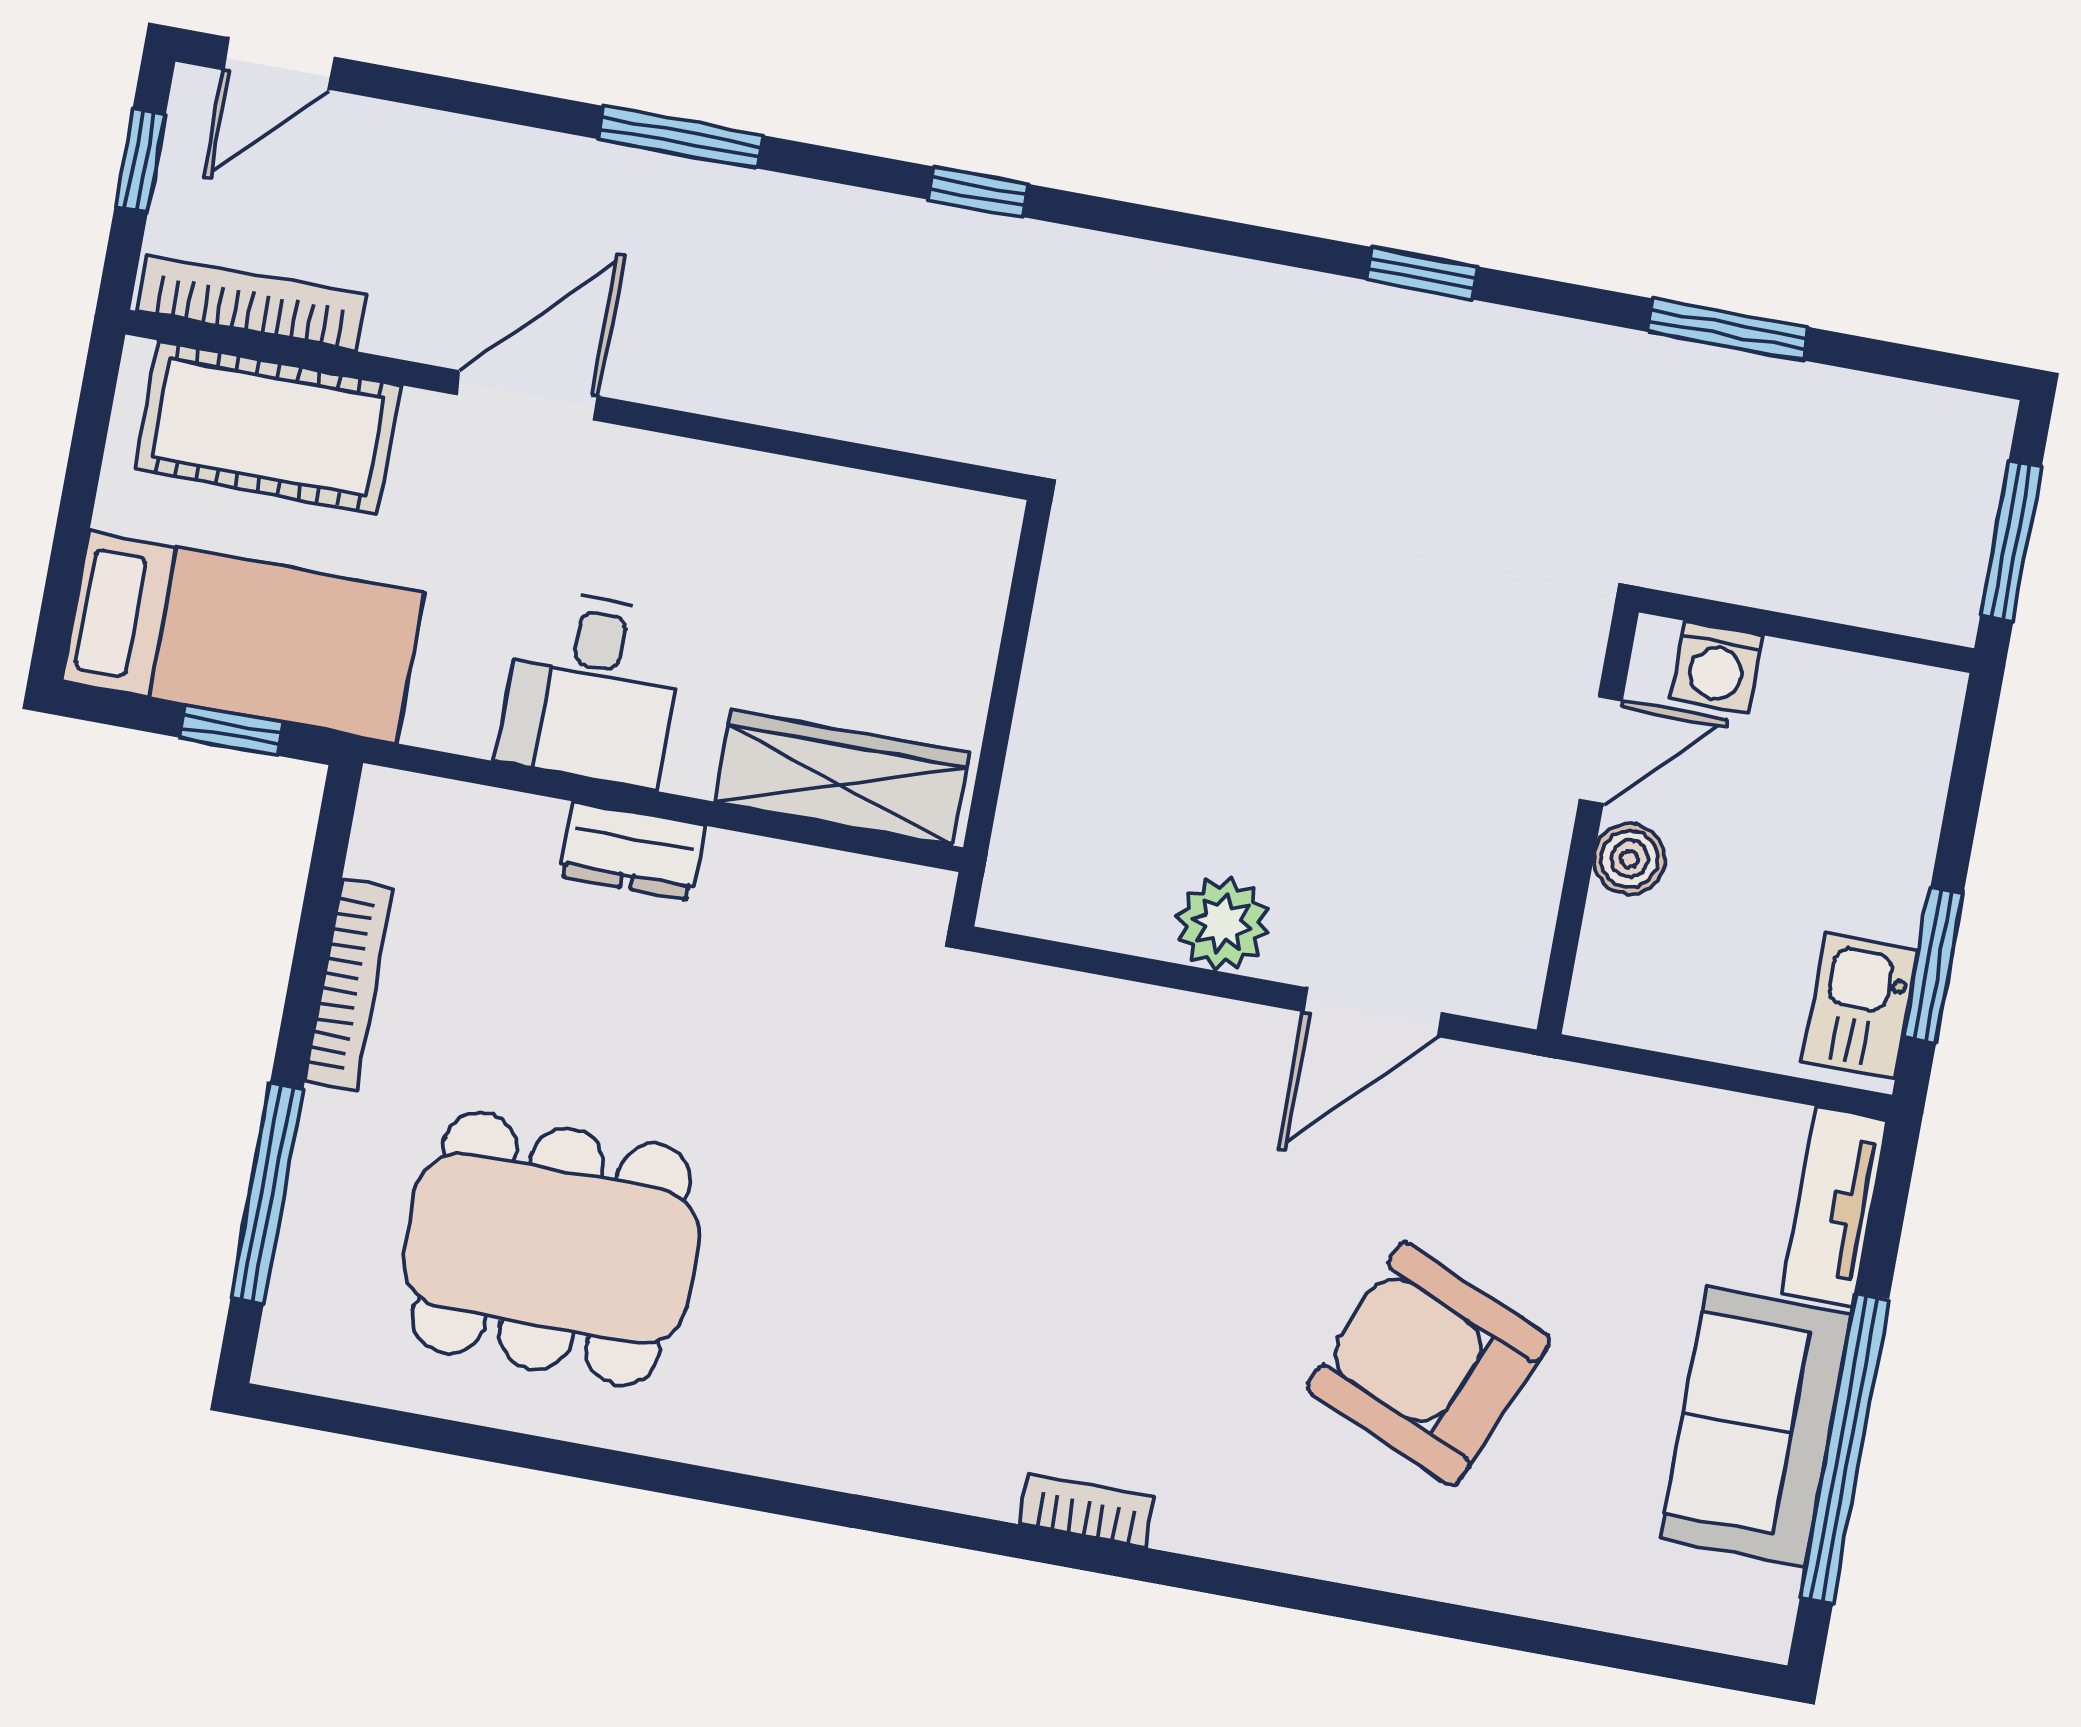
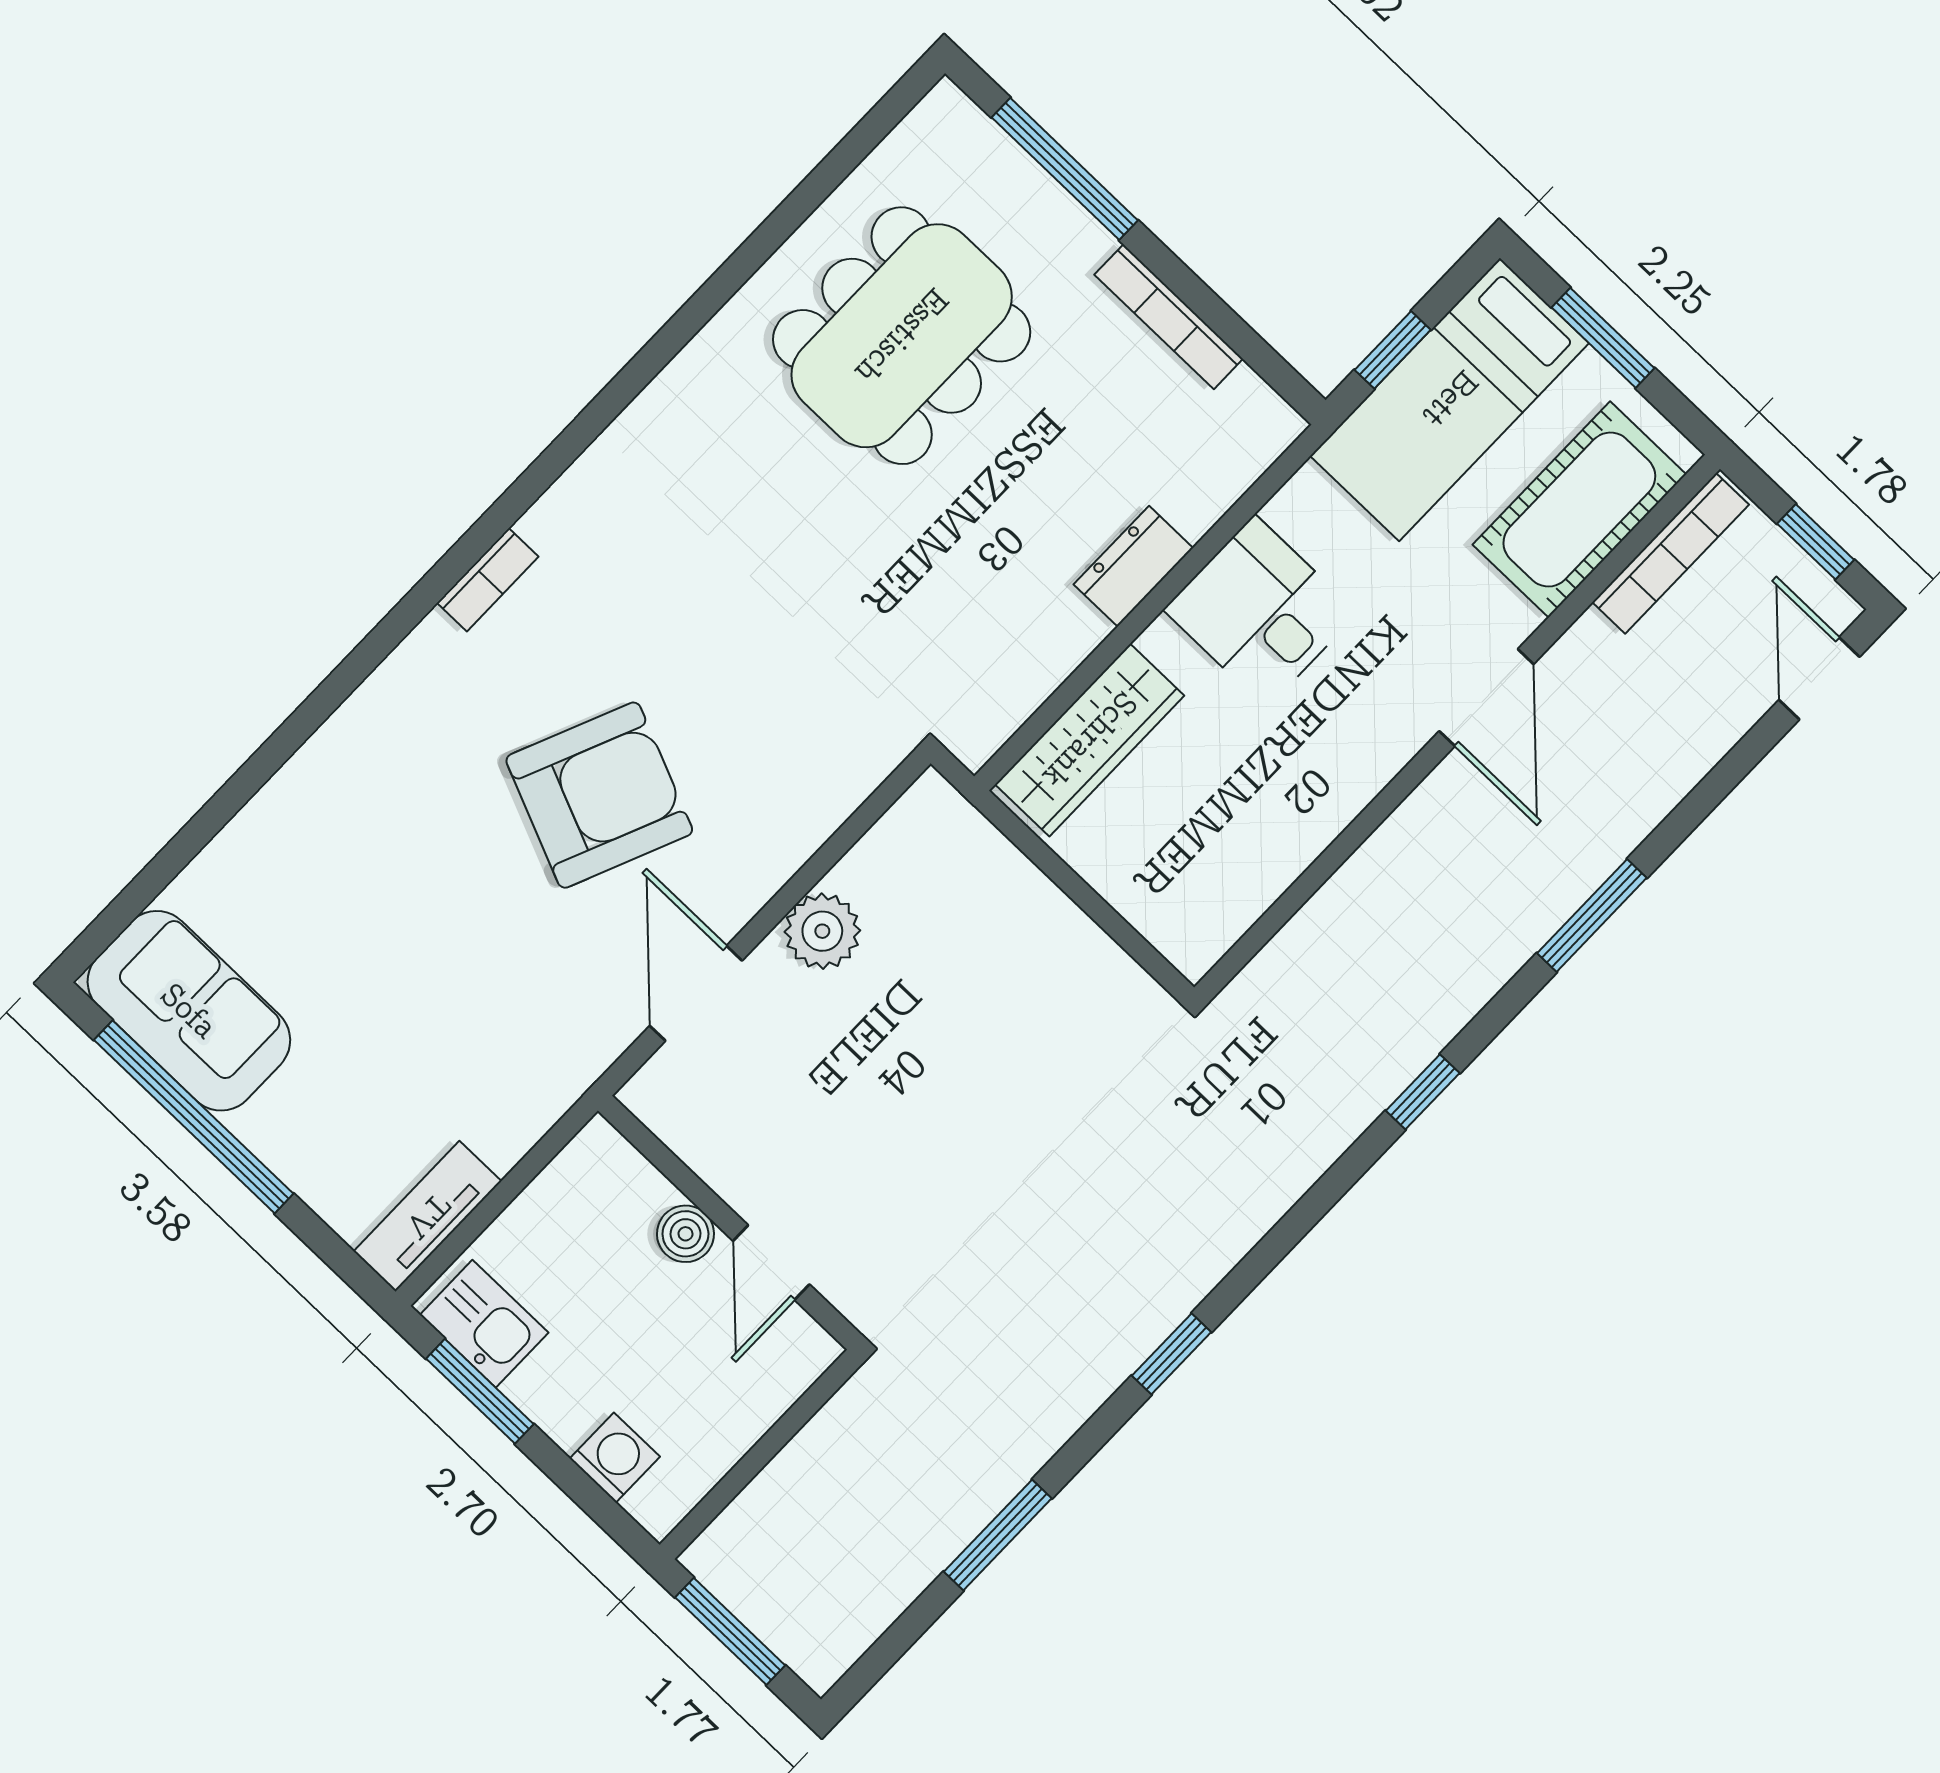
window: (74, 520) -> (1603, 338), added
washing machine: (1716, 667) -> (615, 1458), moved, turned 90
tv unit: (1835, 1207) -> (428, 1216), moved, turned -90
armchair: (1429, 1364) -> (599, 795), moved
sofa: (1756, 1426) -> (189, 1011), moved

